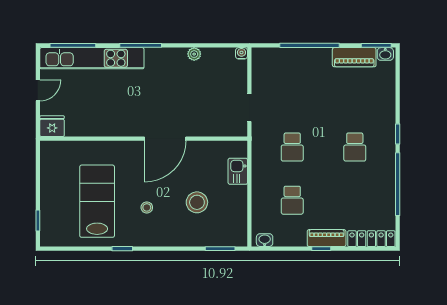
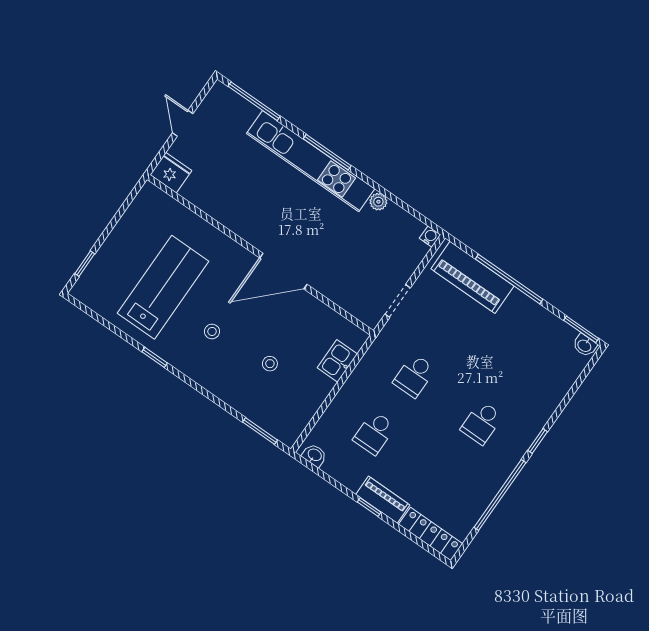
piano: (354, 57) -> (472, 277), moved, width x1.37, depth x1.33
kitchen unit: (92, 58) -> (311, 161), moved
door: (38, 90) -> (183, 123), swing flipped
stool: (197, 202) -> (270, 364), width x0.53, depth x0.53

